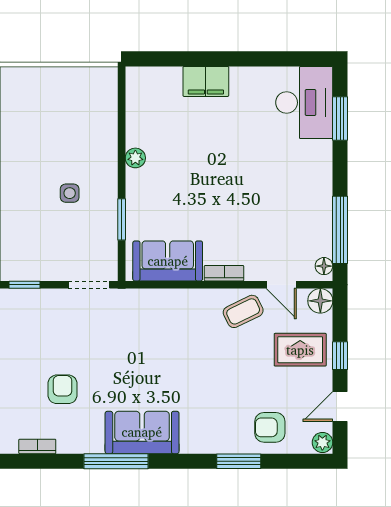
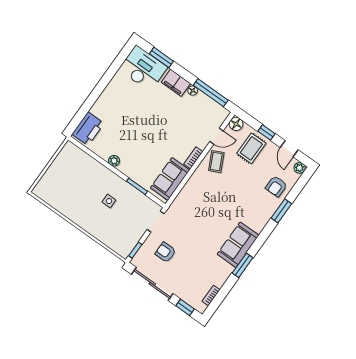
filing cabinet: (206, 81) -> (176, 83), moved, turned 90
printer: (155, 85) -> (88, 129), added
floor lamp: (324, 266) -> (193, 91), moved
armchair: (62, 389) -> (165, 252), moved
window: (116, 461) -> (243, 265), width x0.69

